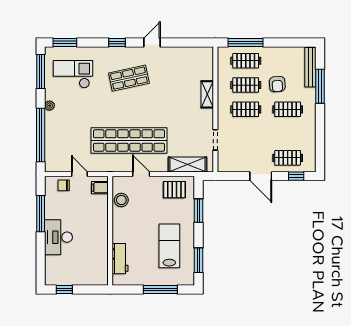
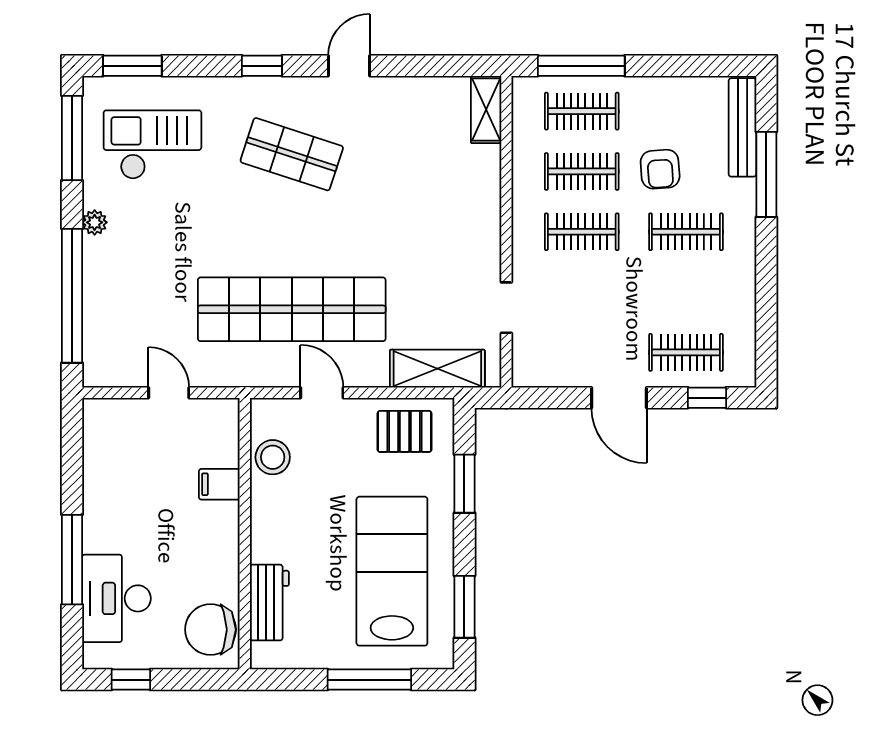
shop shelf: (129, 78) -> (292, 154), turned 30
shelving: (207, 94) -> (486, 110), moved
chair: (64, 185) -> (211, 630), moved, width x1.87, depth x1.87
filing cabinet: (100, 188) -> (219, 484), moved
window: (41, 214) -> (72, 560), moved
desk: (58, 237) -> (116, 598), moved
lab bench: (169, 246) -> (392, 571), width x1.36, depth x1.39

